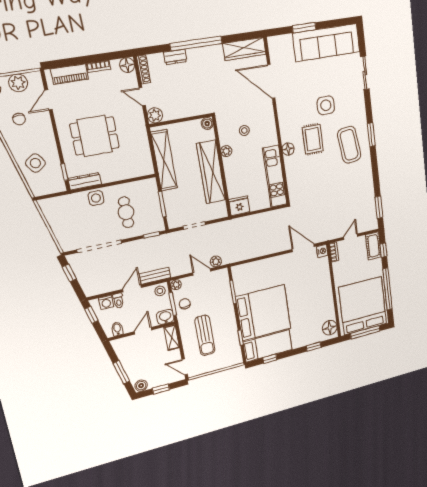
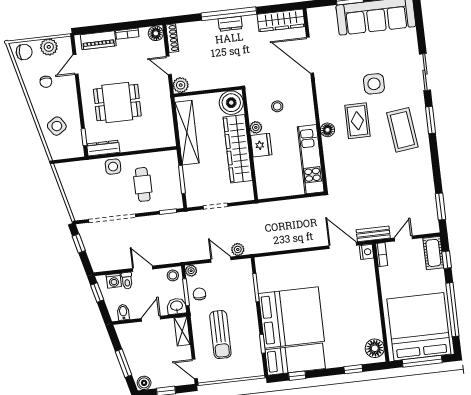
dresser: (175, 57) -> (230, 24), moved
sliding door: (365, 73) -> (425, 72), moved
boiler: (207, 124) -> (231, 103), width x1.86, depth x1.86
fridge: (239, 206) -> (261, 145), moved, turned 90
bench: (155, 276) -> (373, 234), moved
door: (132, 288) -> (143, 269), hinge flipped

